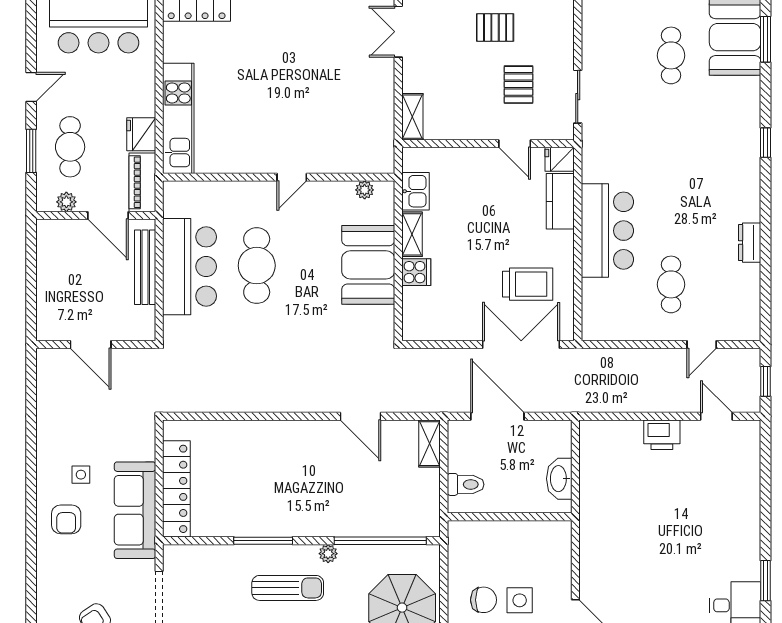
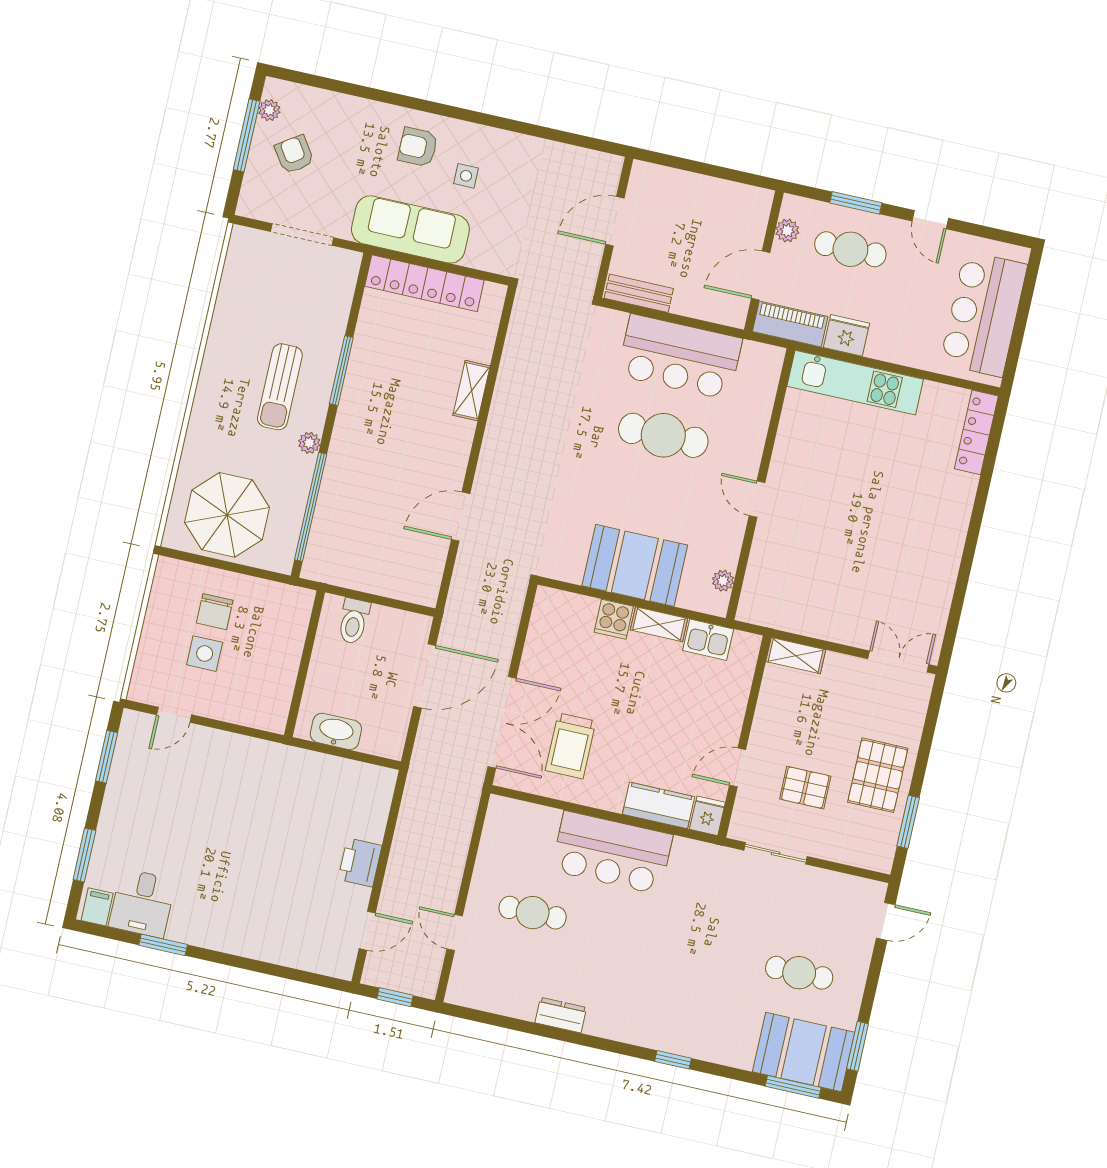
pallet: (495, 27) -> (878, 775), width x1.50, depth x1.42
bench: (145, 267) -> (639, 293), moved, width x0.73
shelving: (430, 444) -> (472, 391), moved, turned 90

